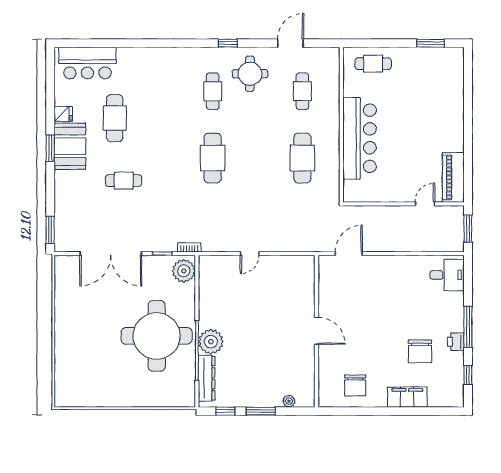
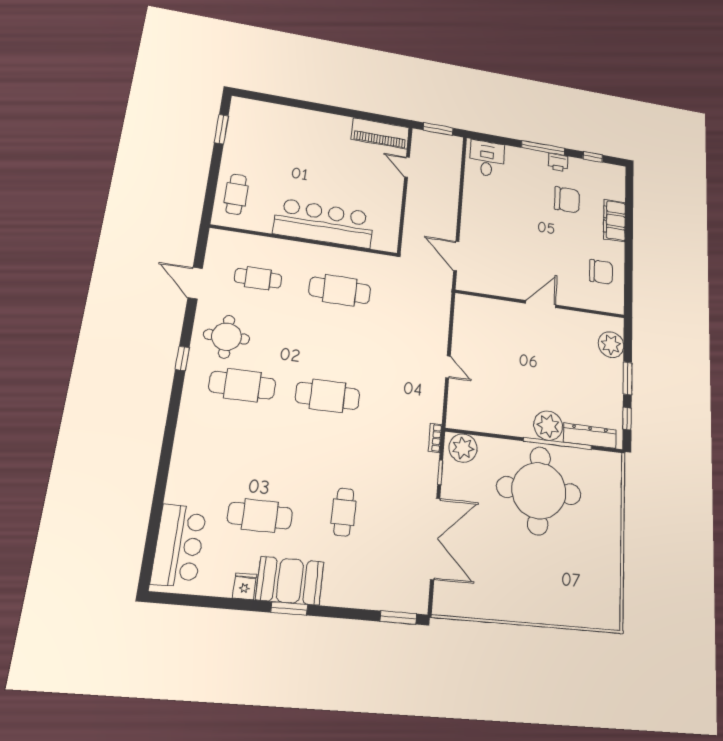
cafe table: (213, 91) -> (242, 385), width x1.37, depth x1.35
plant: (289, 401) -> (611, 345), width x1.88, depth x1.88

